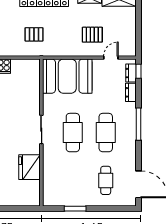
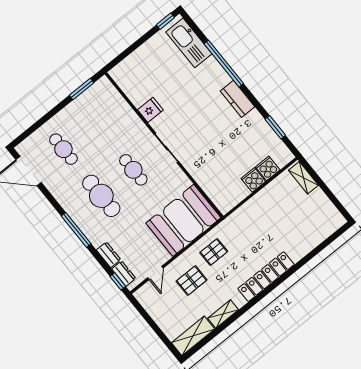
pallet: (34, 34) -> (214, 252), moved
cafe table: (73, 133) -> (133, 170), width x0.73, depth x0.74
fridge: (30, 167) -> (150, 110), width x0.53, depth x0.75
window: (75, 209) -> (82, 89), moved

